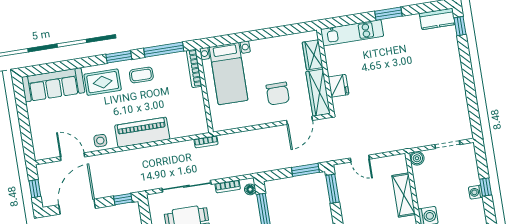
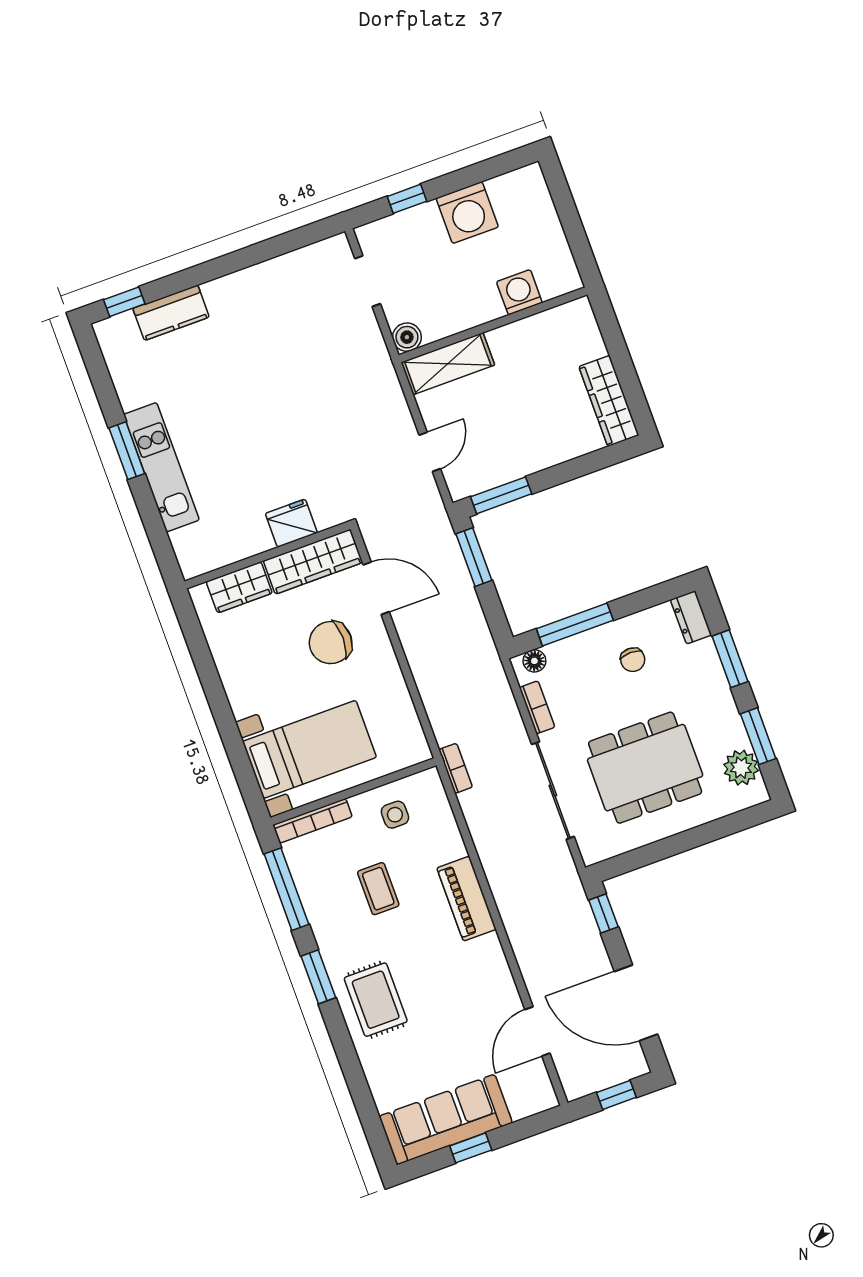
kitchen counter: (437, 19) -> (171, 313), moved, turned 90
kitchen unit: (352, 33) -> (161, 467), moved
coffee table: (141, 75) -> (378, 889), moved
sofa: (53, 85) -> (446, 1120), moved, turned -90
chair: (278, 94) -> (331, 643), turned 180
window: (23, 114) -> (471, 1148), added
piano: (142, 132) -> (467, 899), width x0.73, depth x0.75
side table: (100, 141) -> (395, 815), moved
window: (486, 187) -> (407, 199), moved
washing machine: (476, 192) -> (467, 213), width x1.89, depth x1.89
shelving: (404, 195) -> (448, 364), moved

